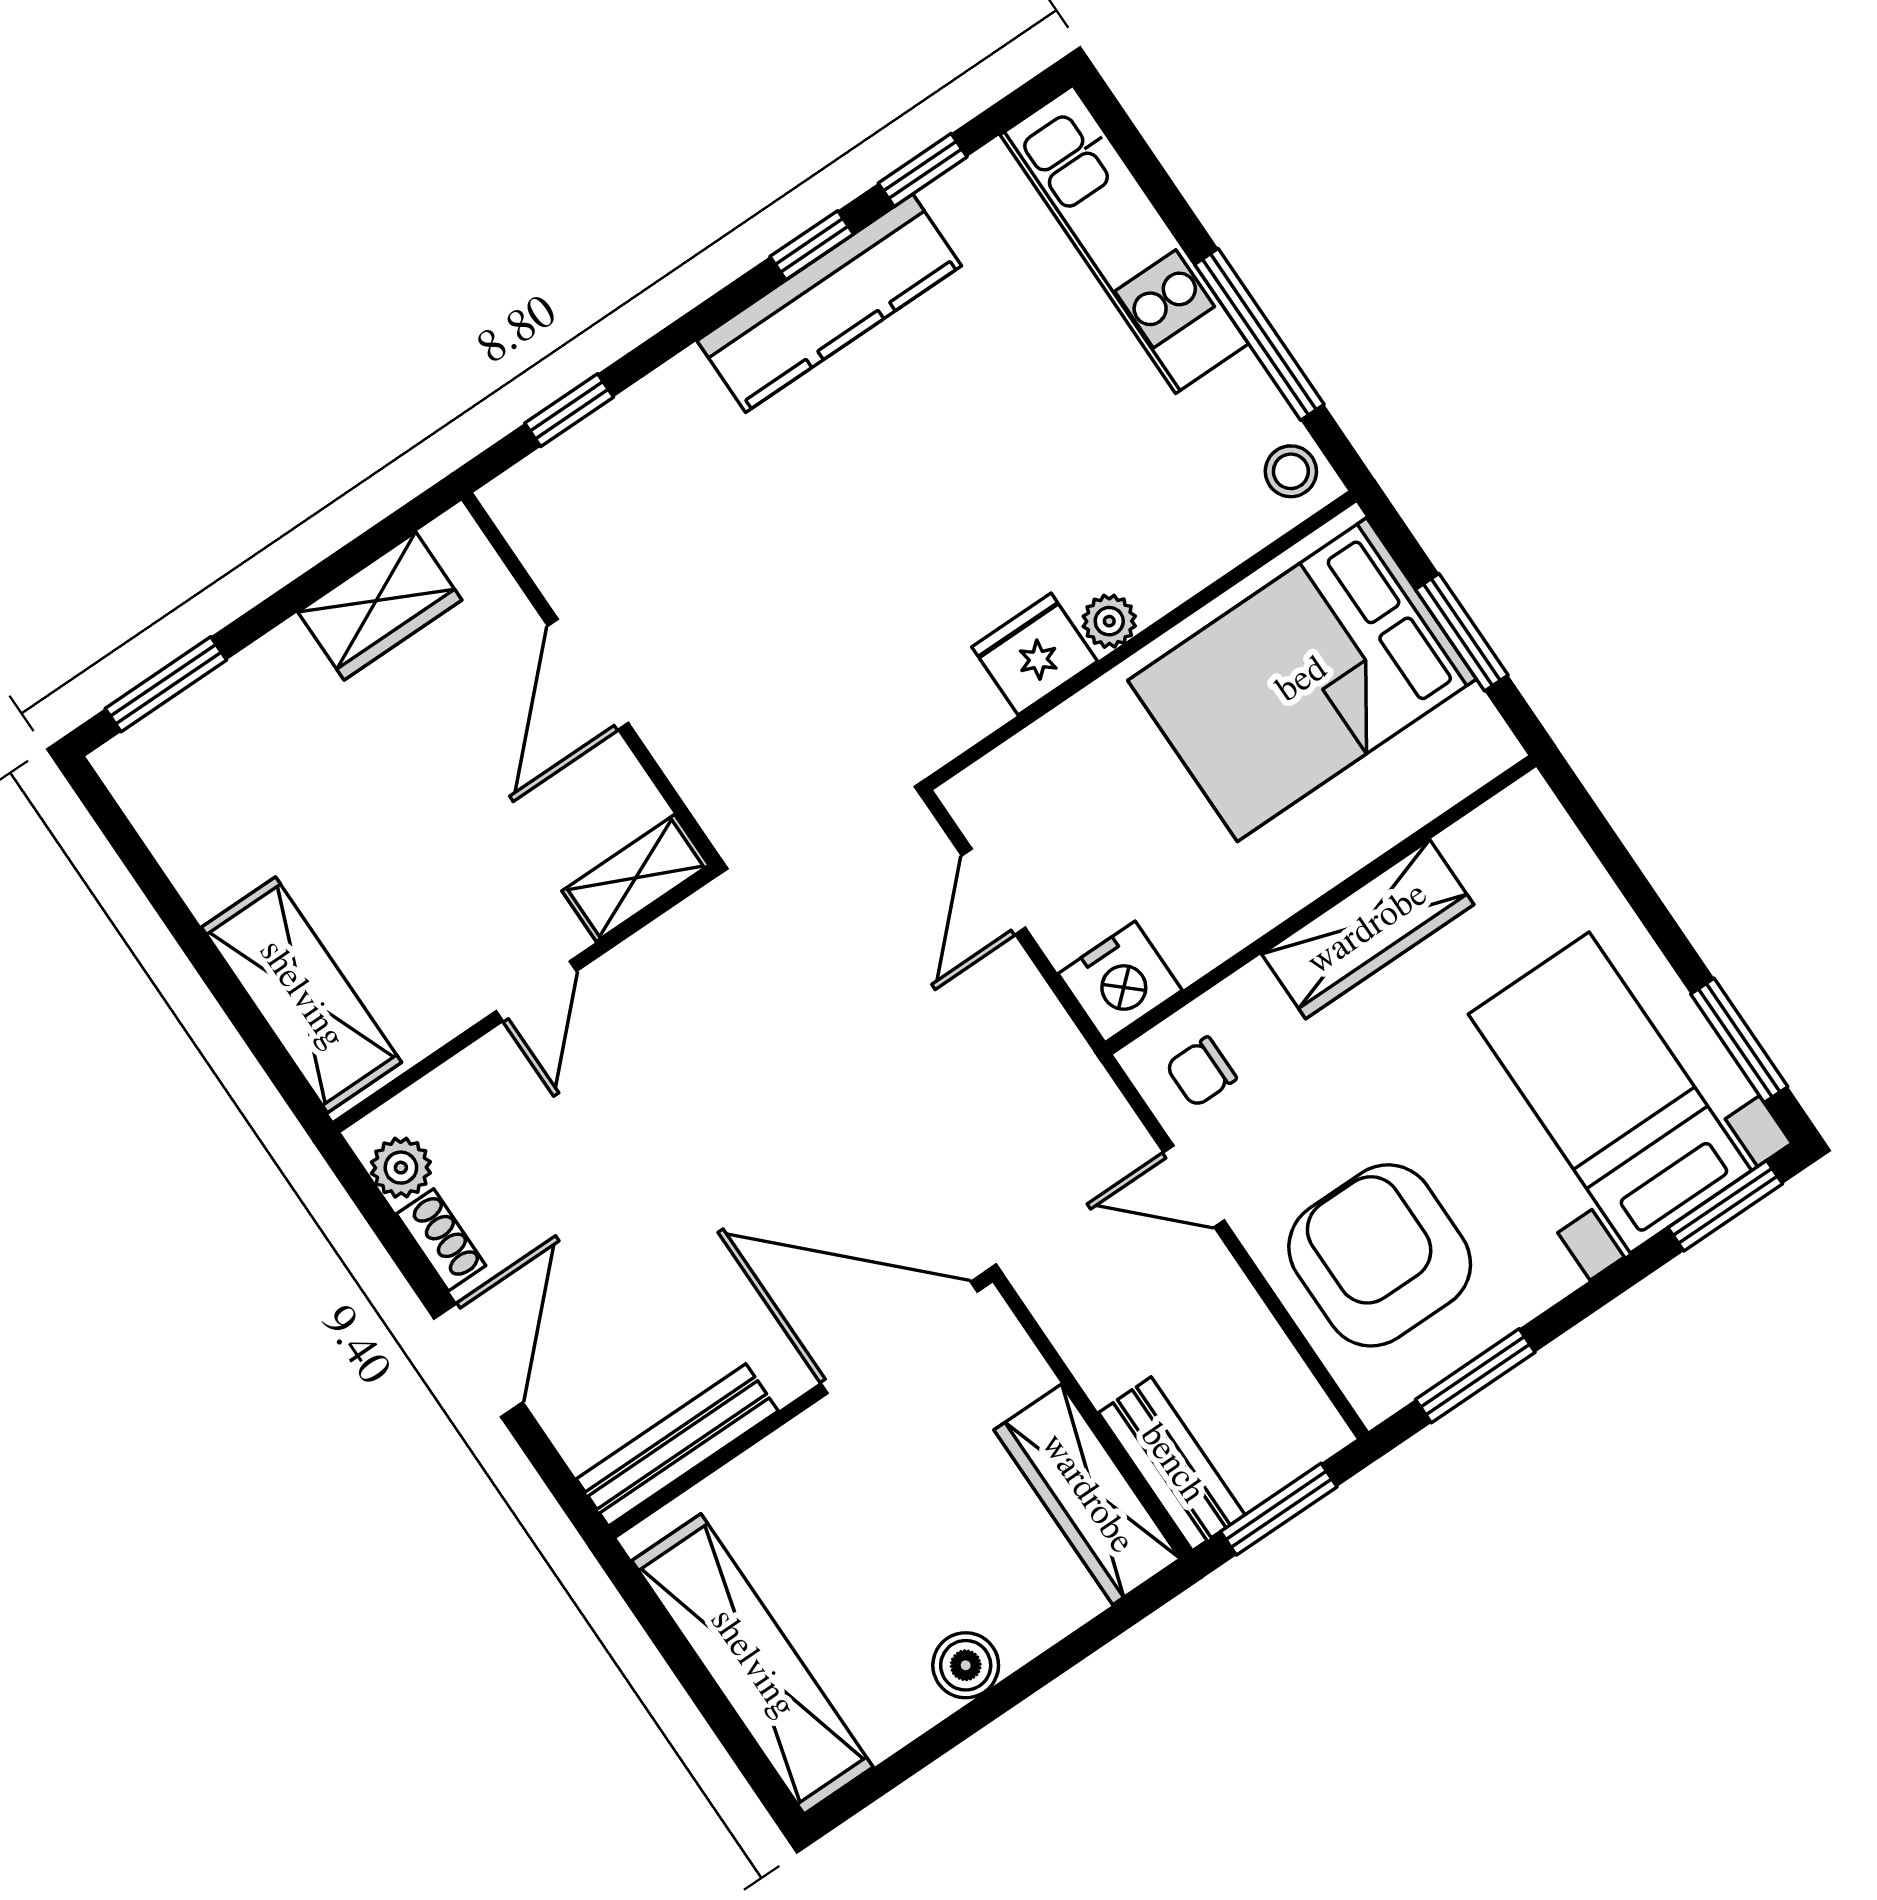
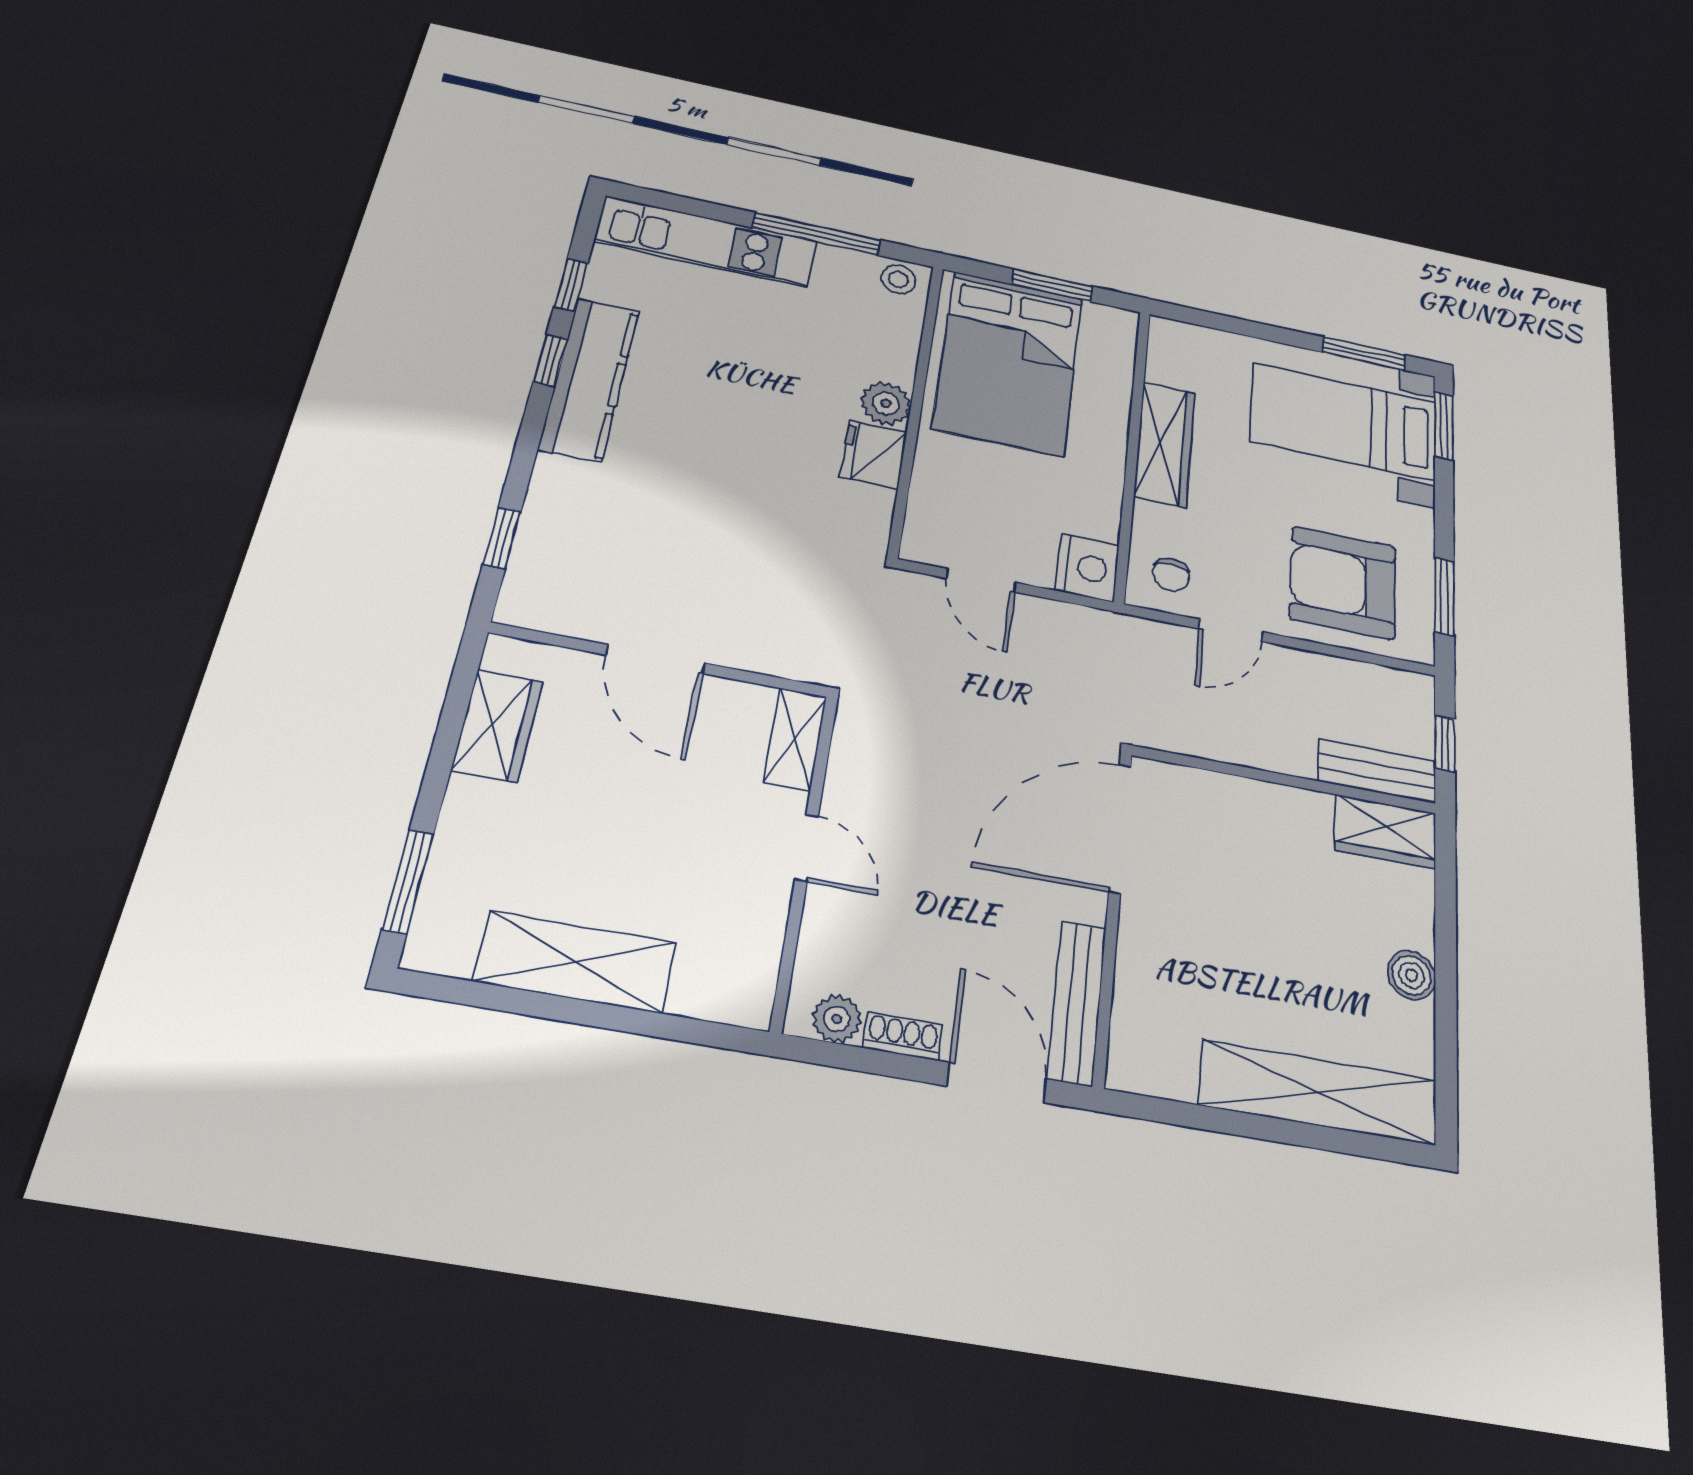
plant: (1109, 621) -> (886, 403), width x1.38, depth x1.38
shelving: (301, 995) -> (575, 962), moved
door: (899, 1338) -> (1120, 828), moved
wall: (801, 1404) -> (1113, 914), moved
bench: (677, 1445) -> (1077, 1003), moved
wardrobe: (1087, 1494) -> (1386, 831), width x0.67
window: (1279, 1509) -> (1445, 743), width x0.67

